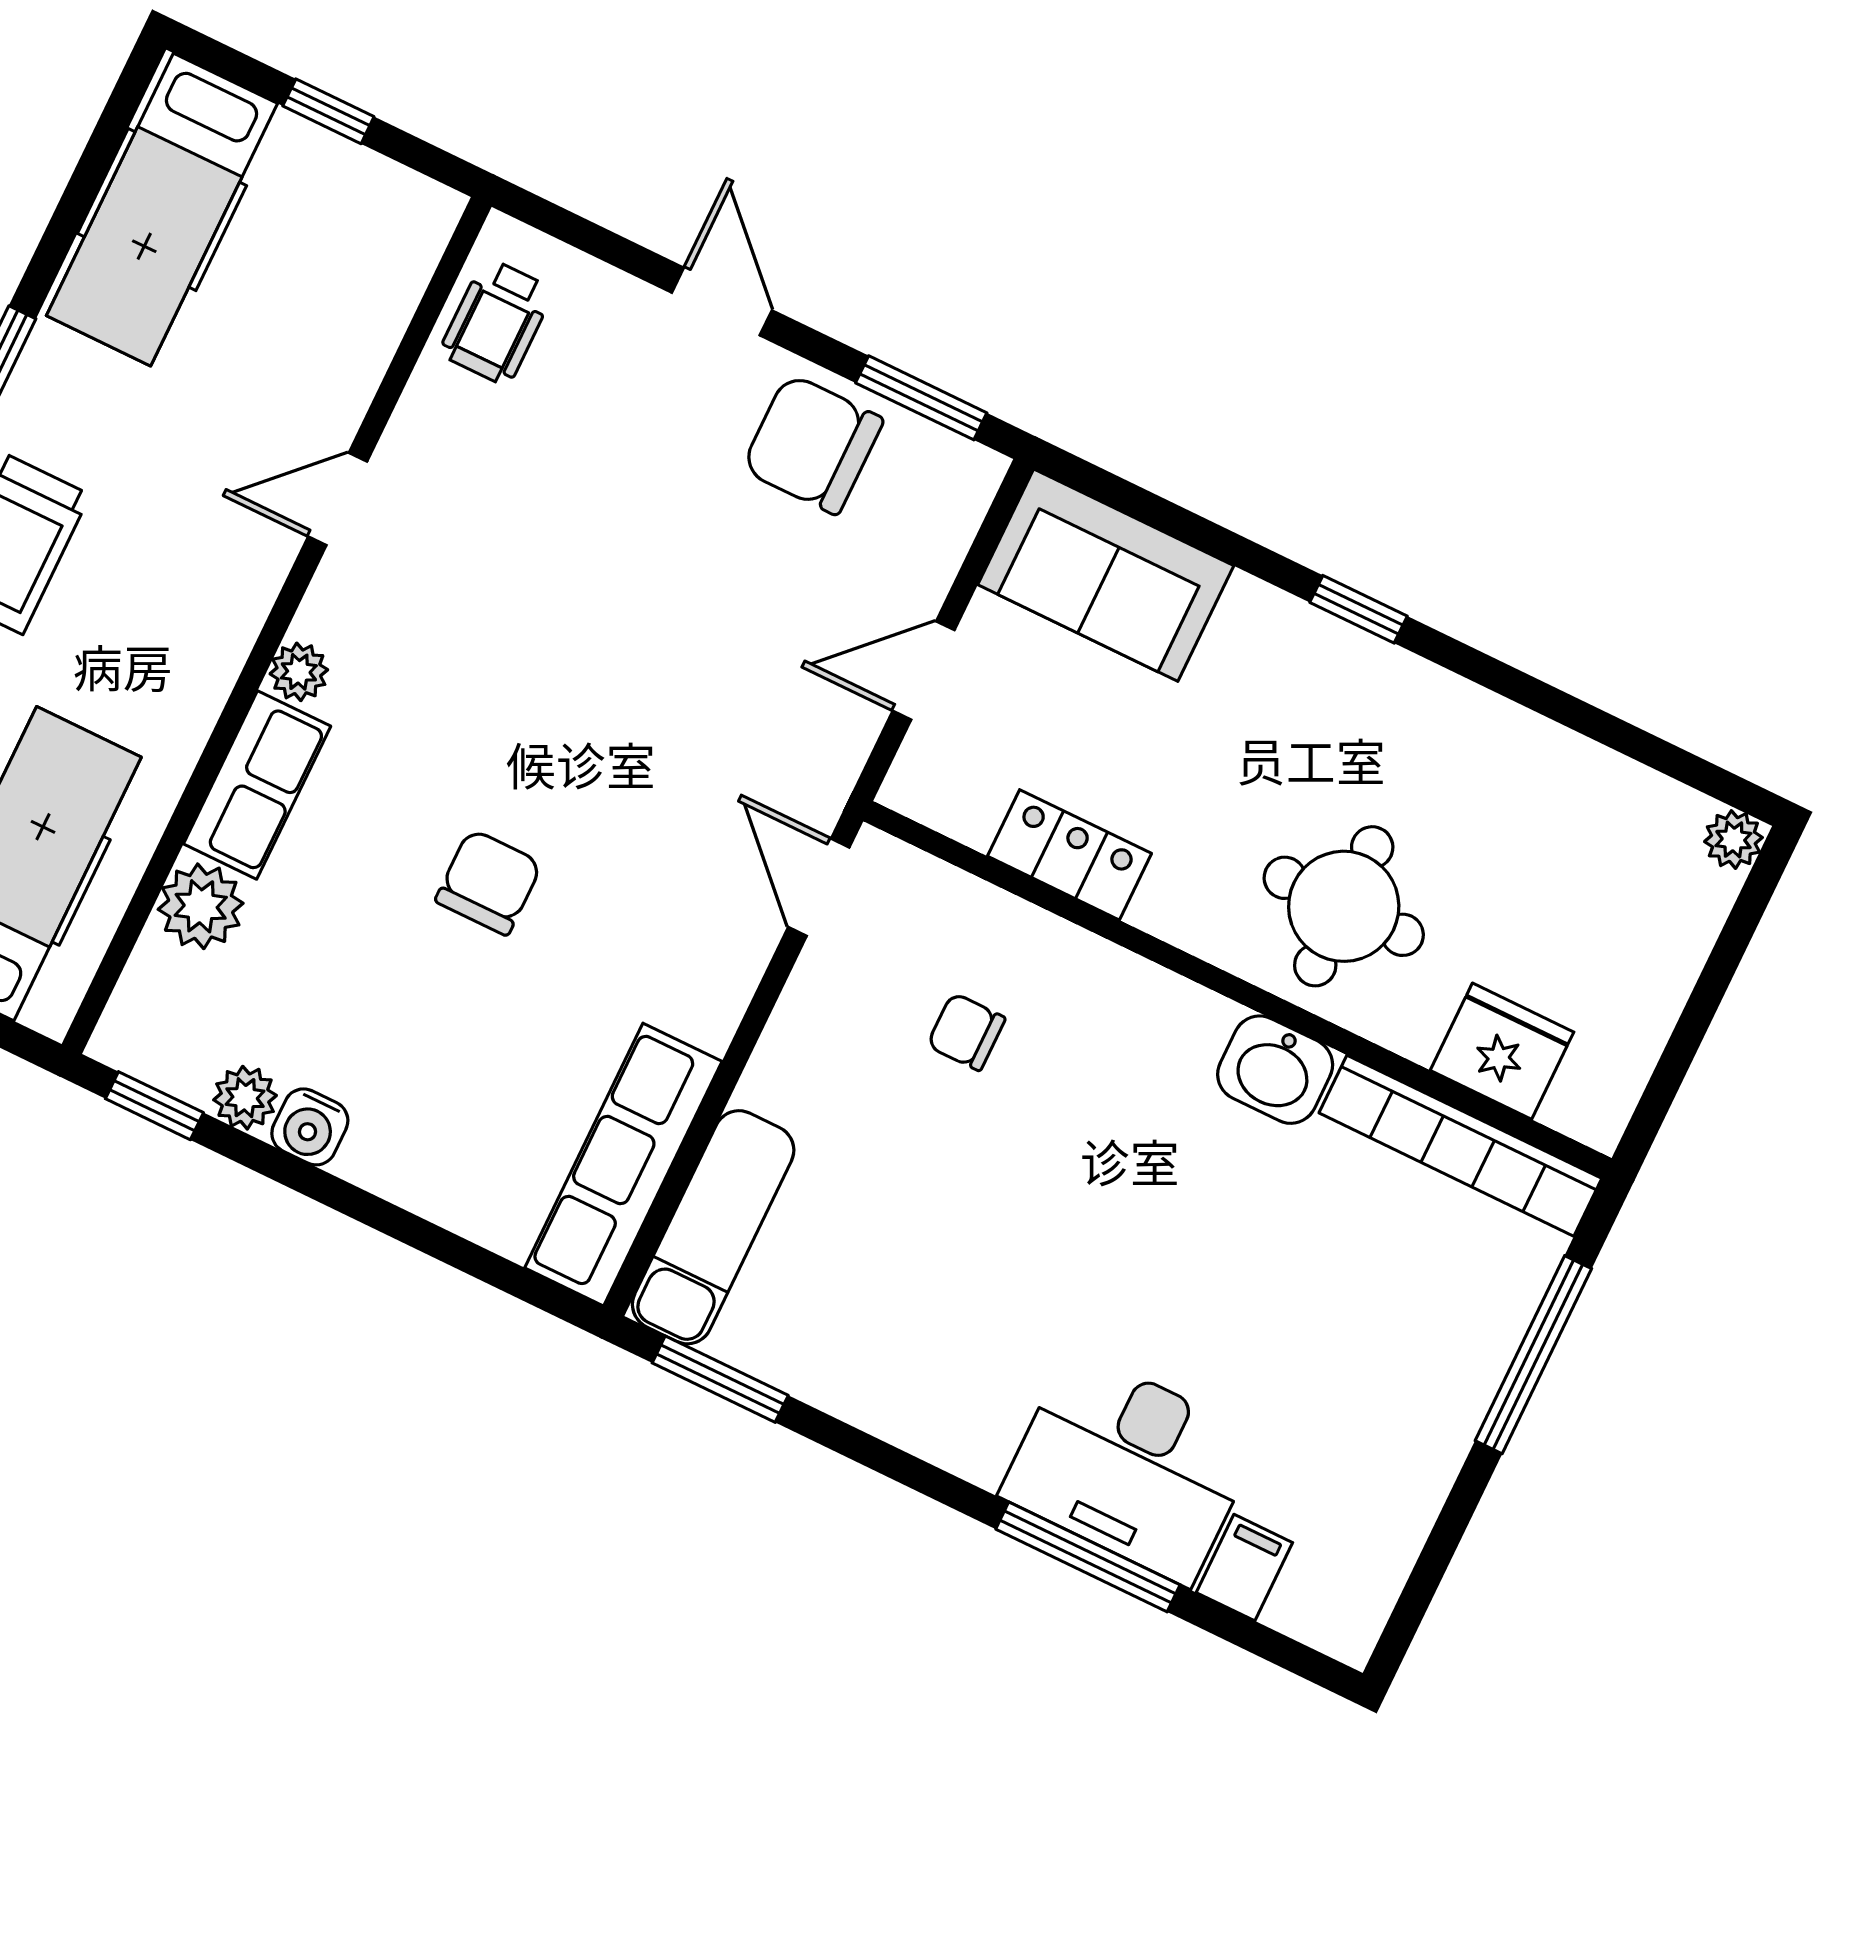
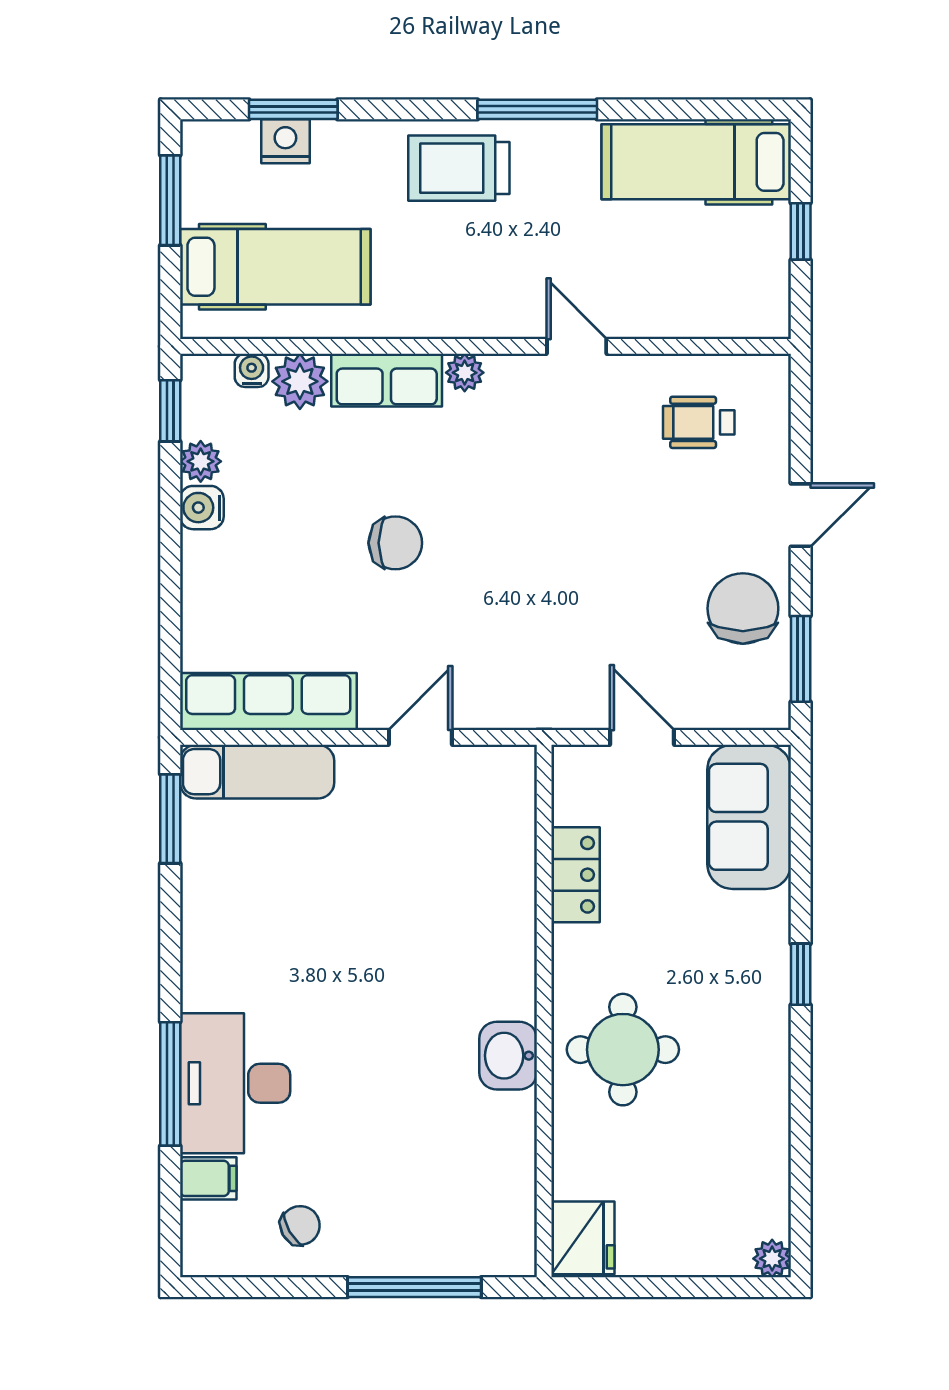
wheelchair: (496, 322) -> (699, 422), moved
door: (819, 887) -> (420, 737), moved
water cooler: (153, 966) -> (252, 370), added
chair: (966, 1032) -> (300, 1225), moved, turned 60
fridge: (1502, 1051) -> (583, 1238), moved
bookcase: (1460, 1146) -> (516, 1185), removed

